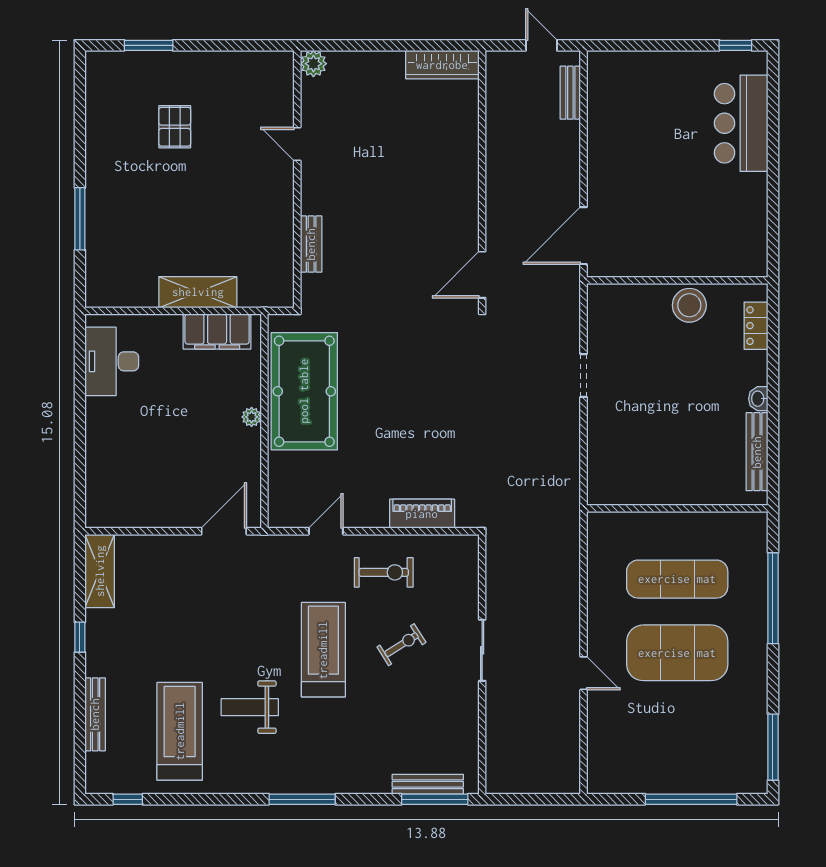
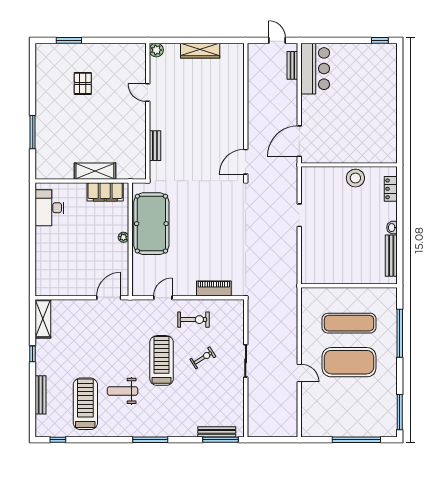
wardrobe: (442, 65) -> (200, 51), moved
bar counter: (741, 123) -> (315, 69), moved, turned 180

